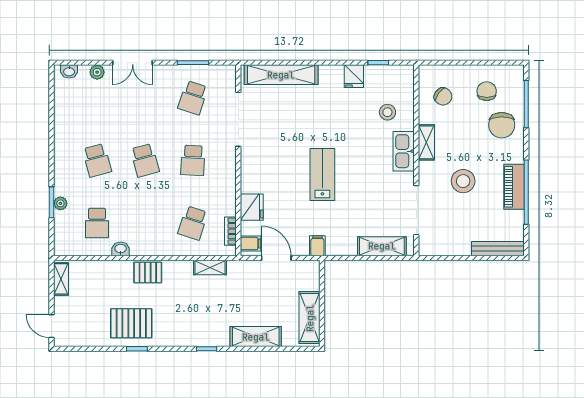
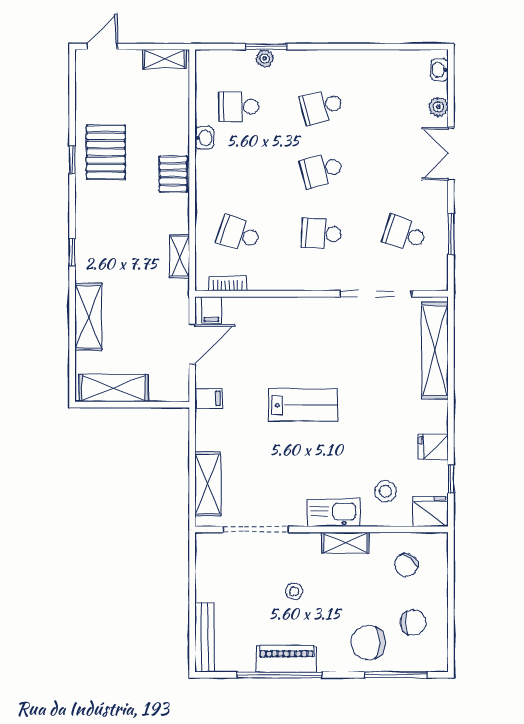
stool: (463, 181) -> (294, 591), width x0.53, depth x0.53
fridge: (252, 207) -> (431, 512), moved, turned 180

